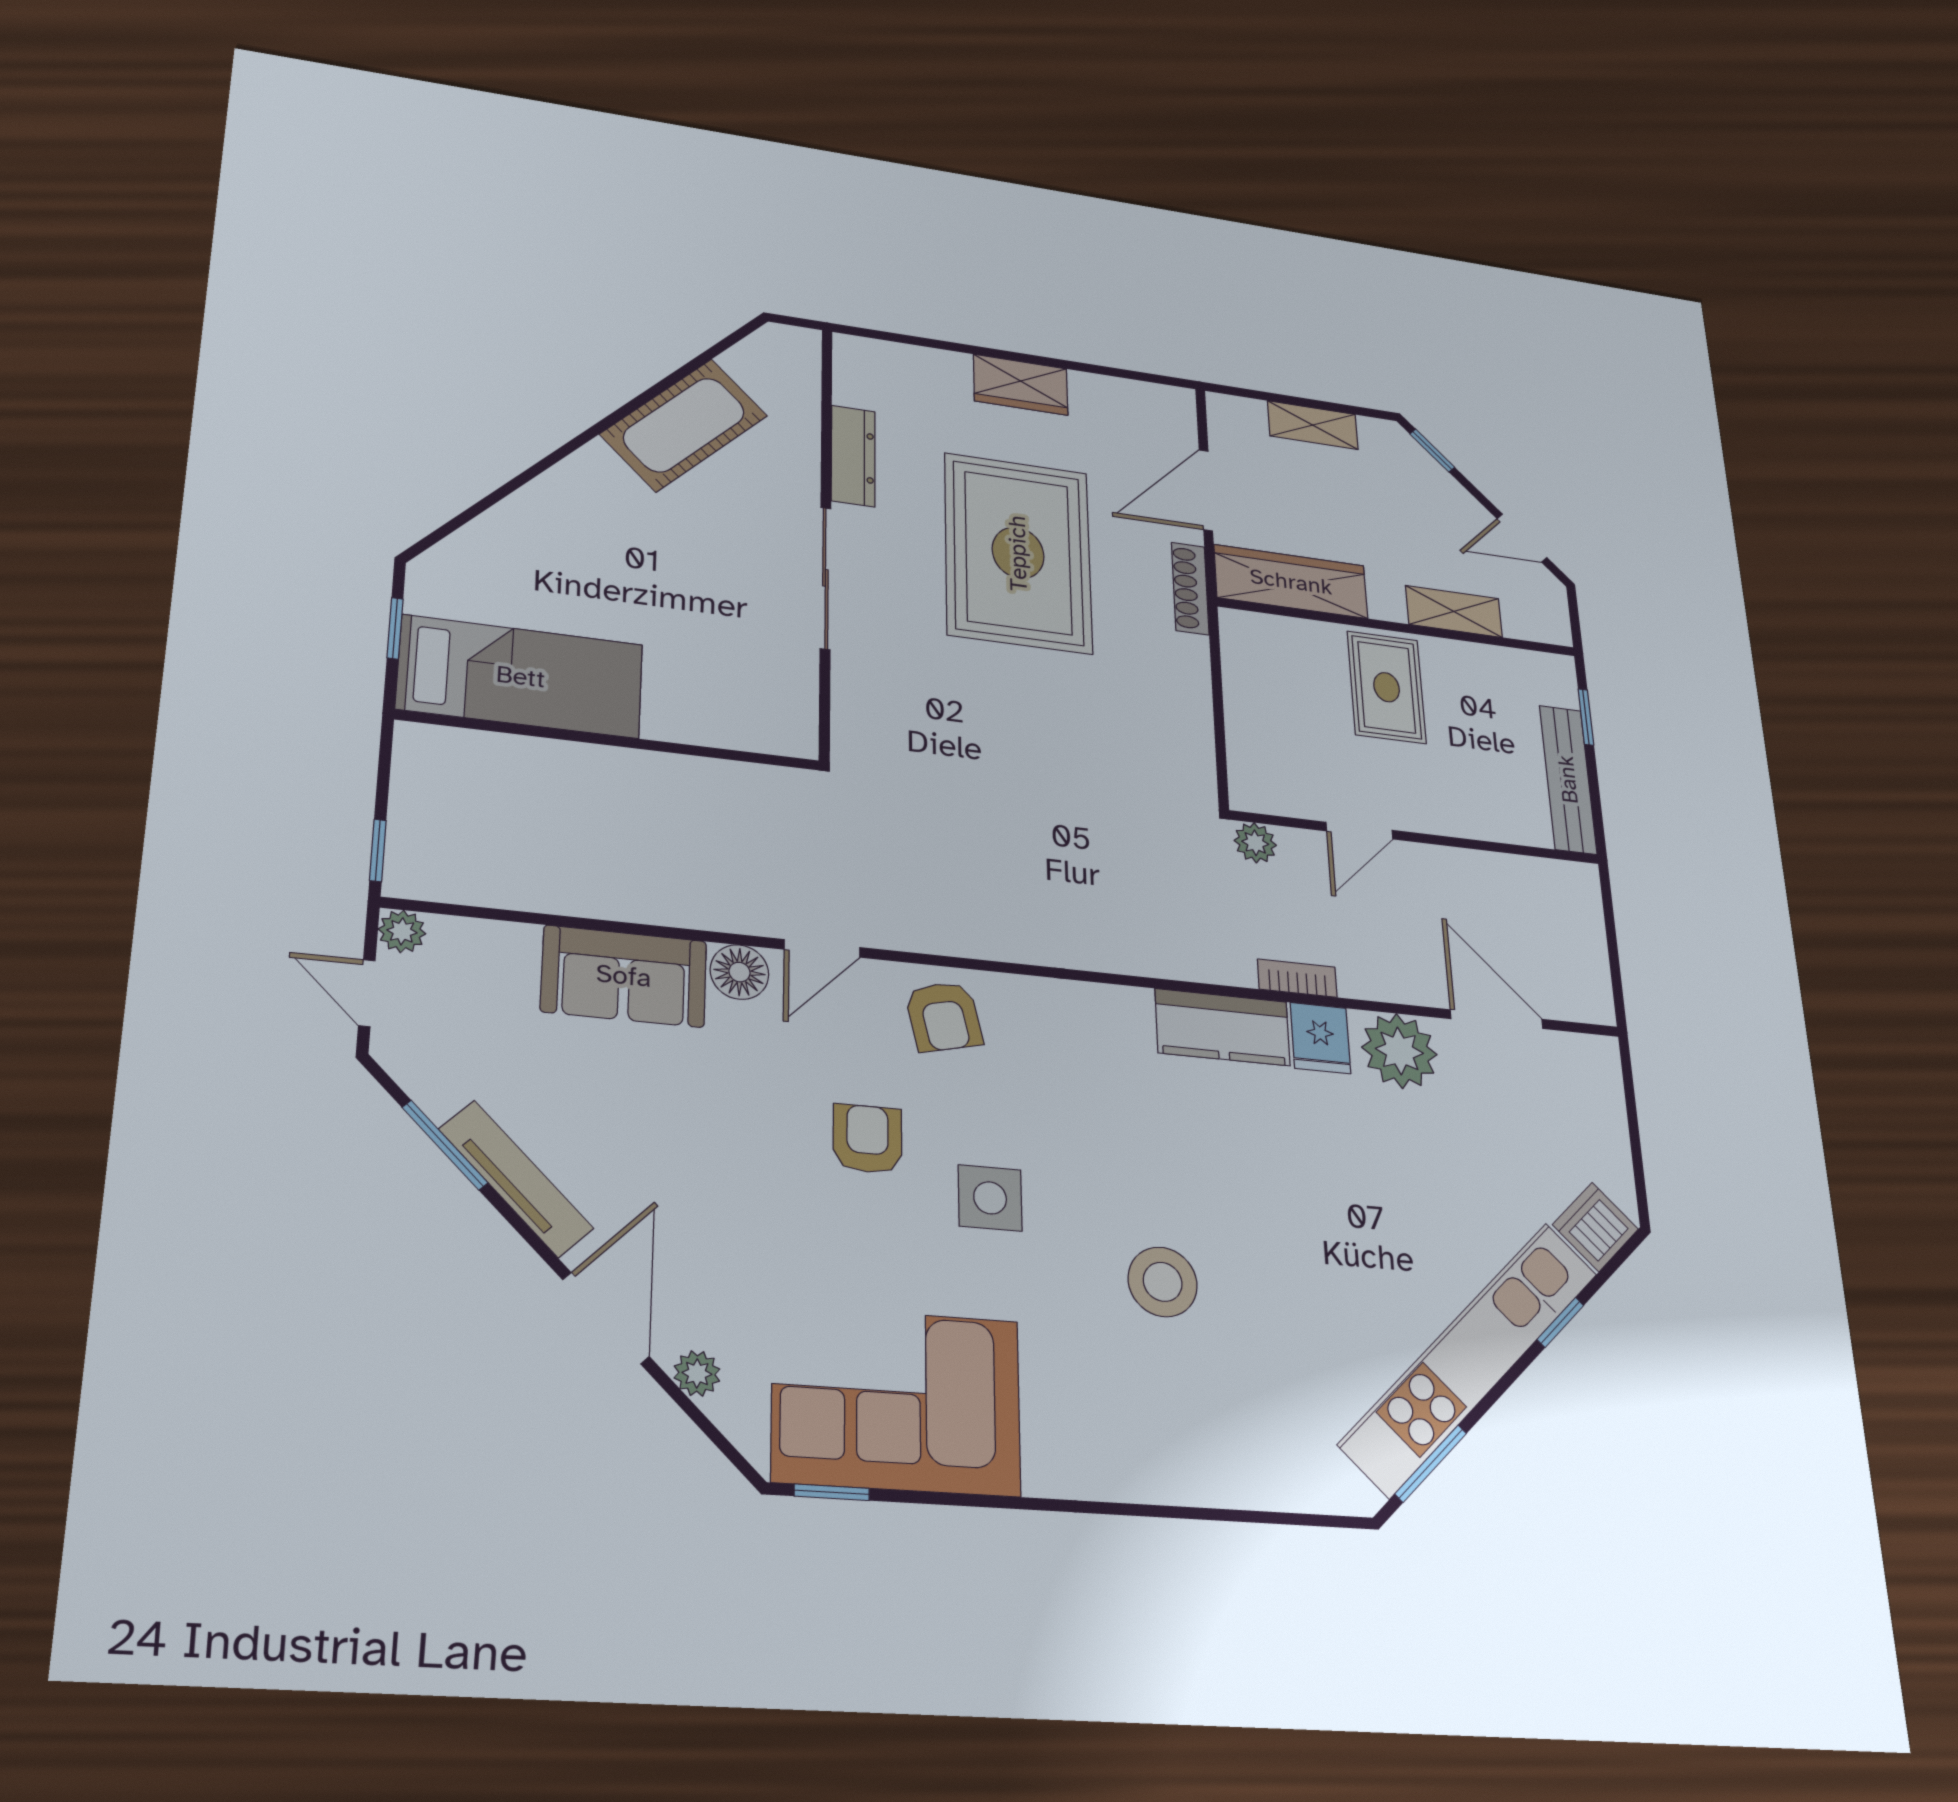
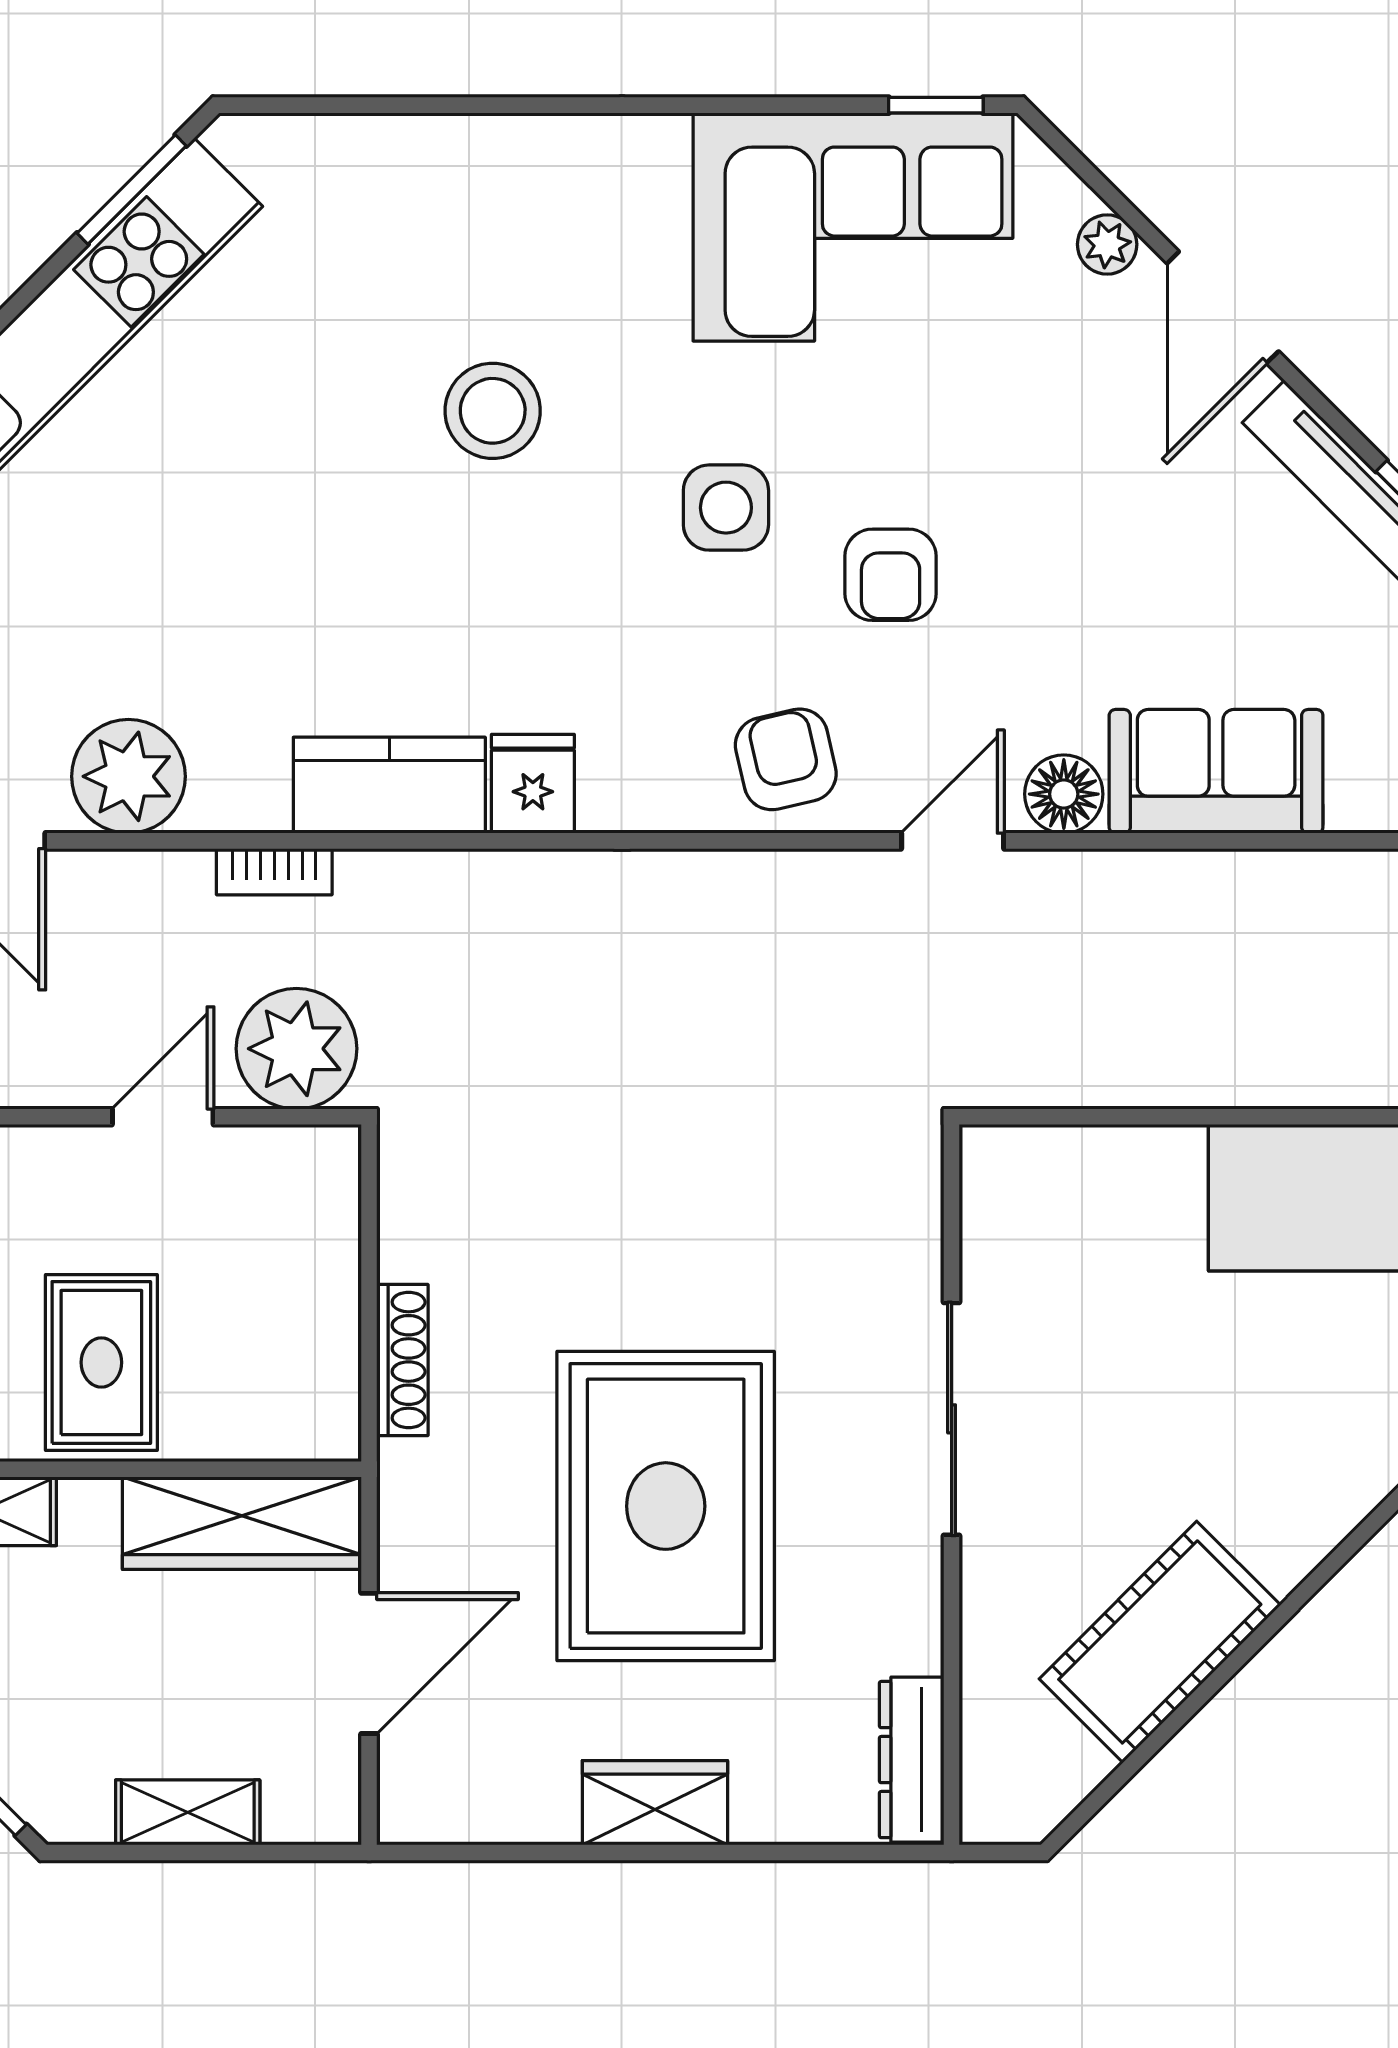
dresser: (853, 456) -> (912, 1760), moved
shoe rack: (1190, 588) -> (402, 1360), moved
plant: (1255, 843) -> (296, 1049), width x1.88, depth x1.88
fridge: (1320, 1038) -> (533, 784), moved

